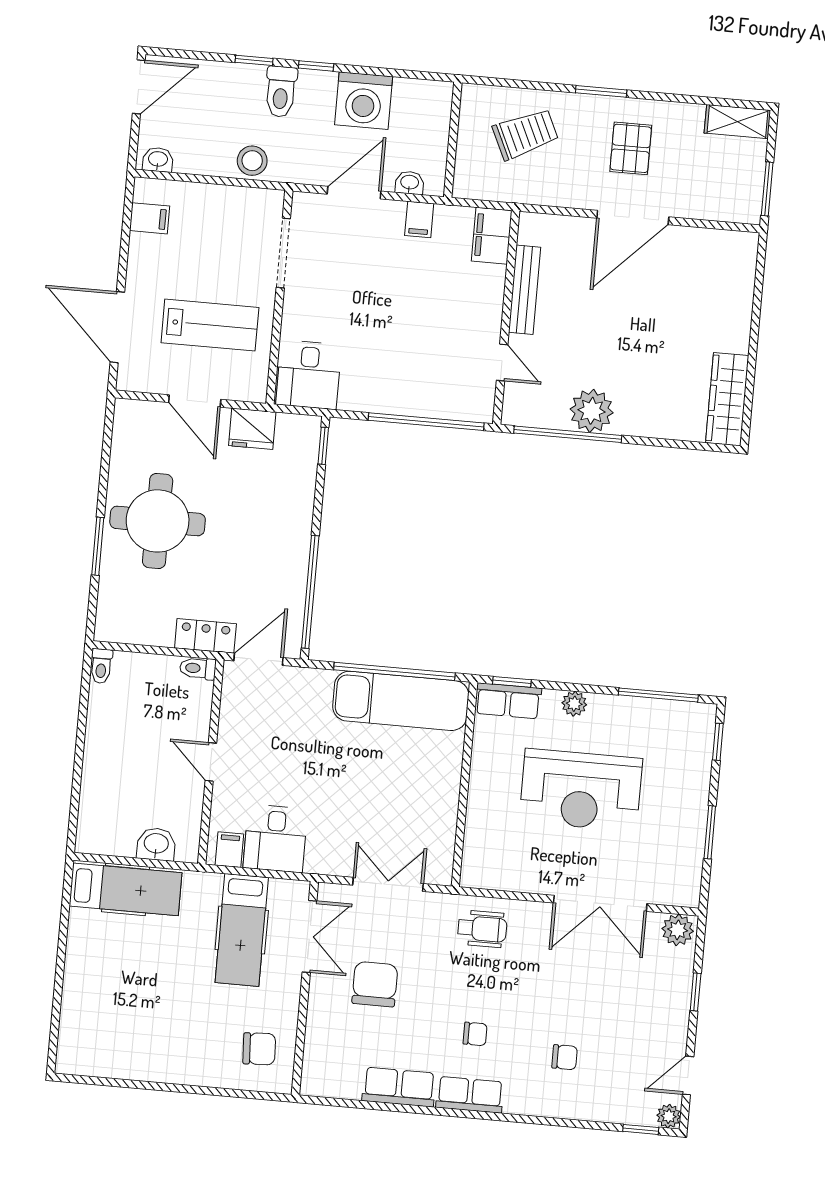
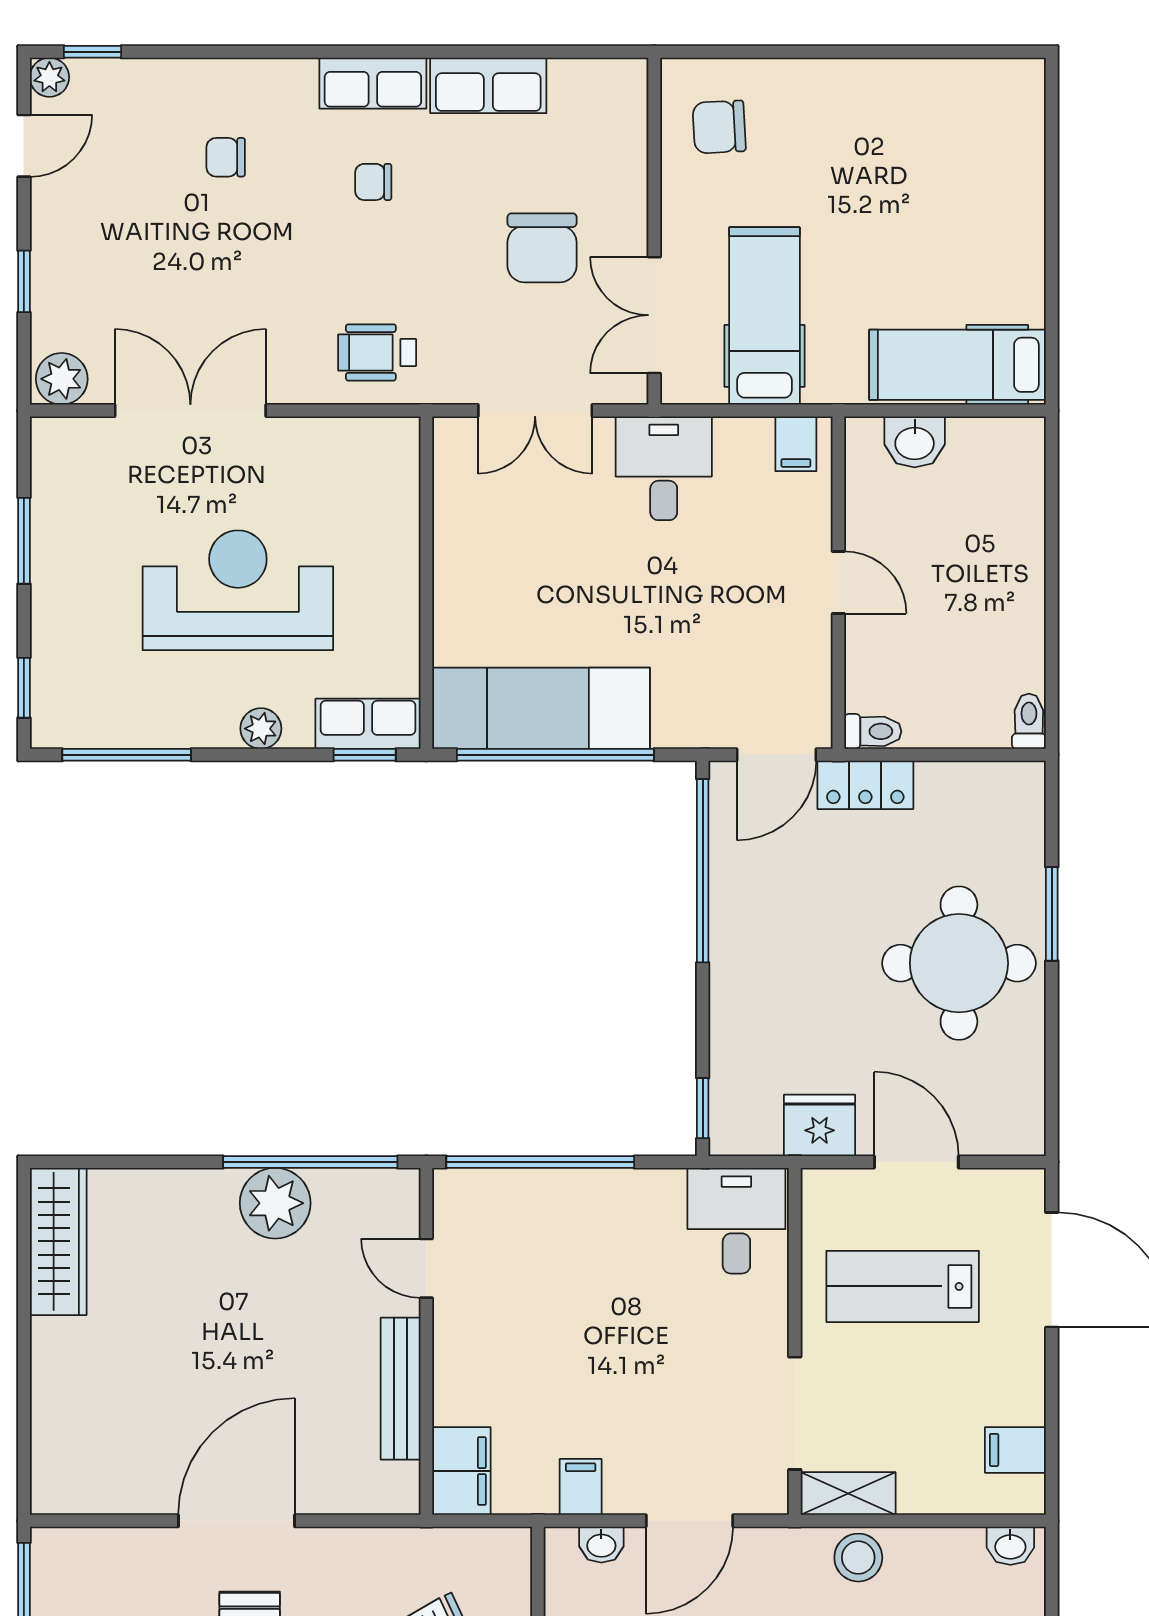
shelving: (255, 201) -> (848, 1494), added
desk: (275, 838) -> (664, 468), moved

